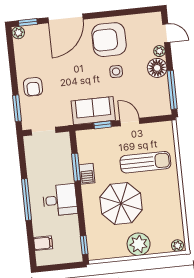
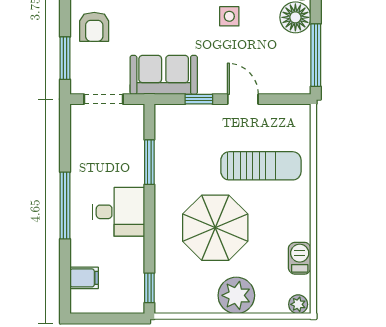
sofa: (93, 111) -> (164, 75), moved
barbecue: (87, 174) -> (300, 258), moved, turned 180

